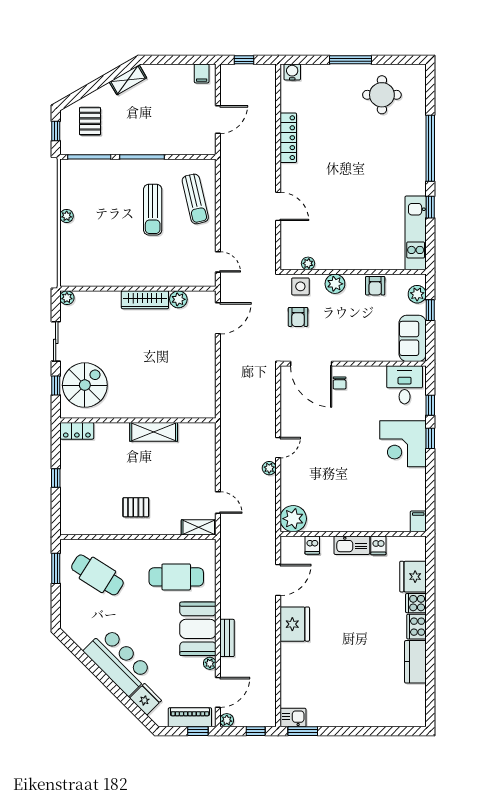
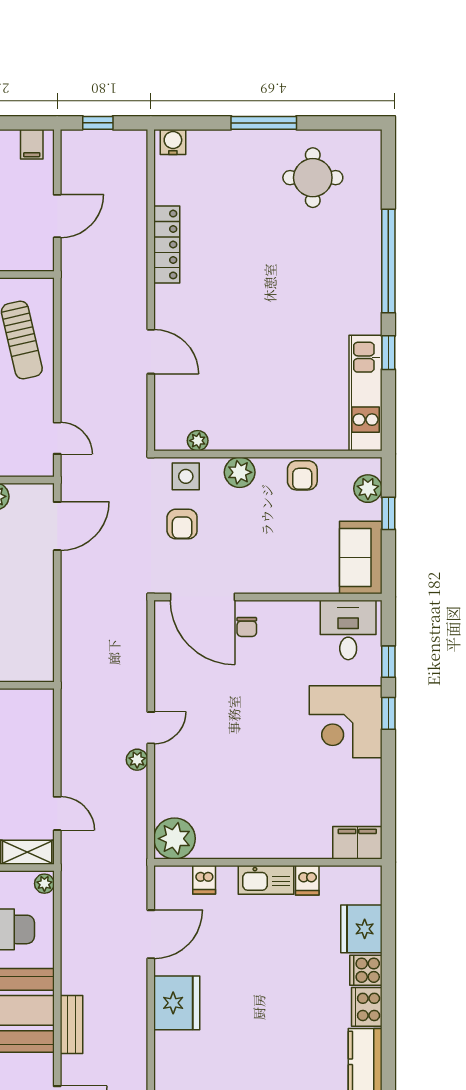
filing cabinet: (418, 521) -> (357, 843), width x2.00
plant: (210, 663) -> (44, 884), moved

